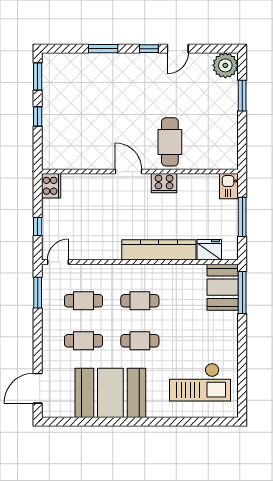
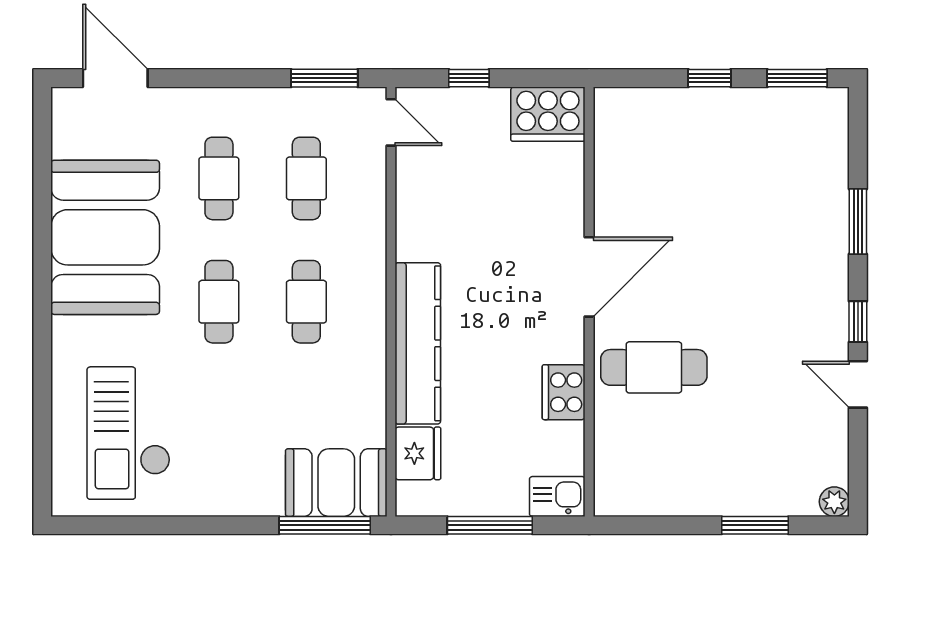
plant: (225, 65) -> (834, 502), width x0.53, depth x0.53
door: (129, 172) -> (589, 277), width x1.36
cooker: (164, 183) -> (564, 392), moved
cooker: (51, 186) -> (548, 114), width x1.37, depth x1.31

